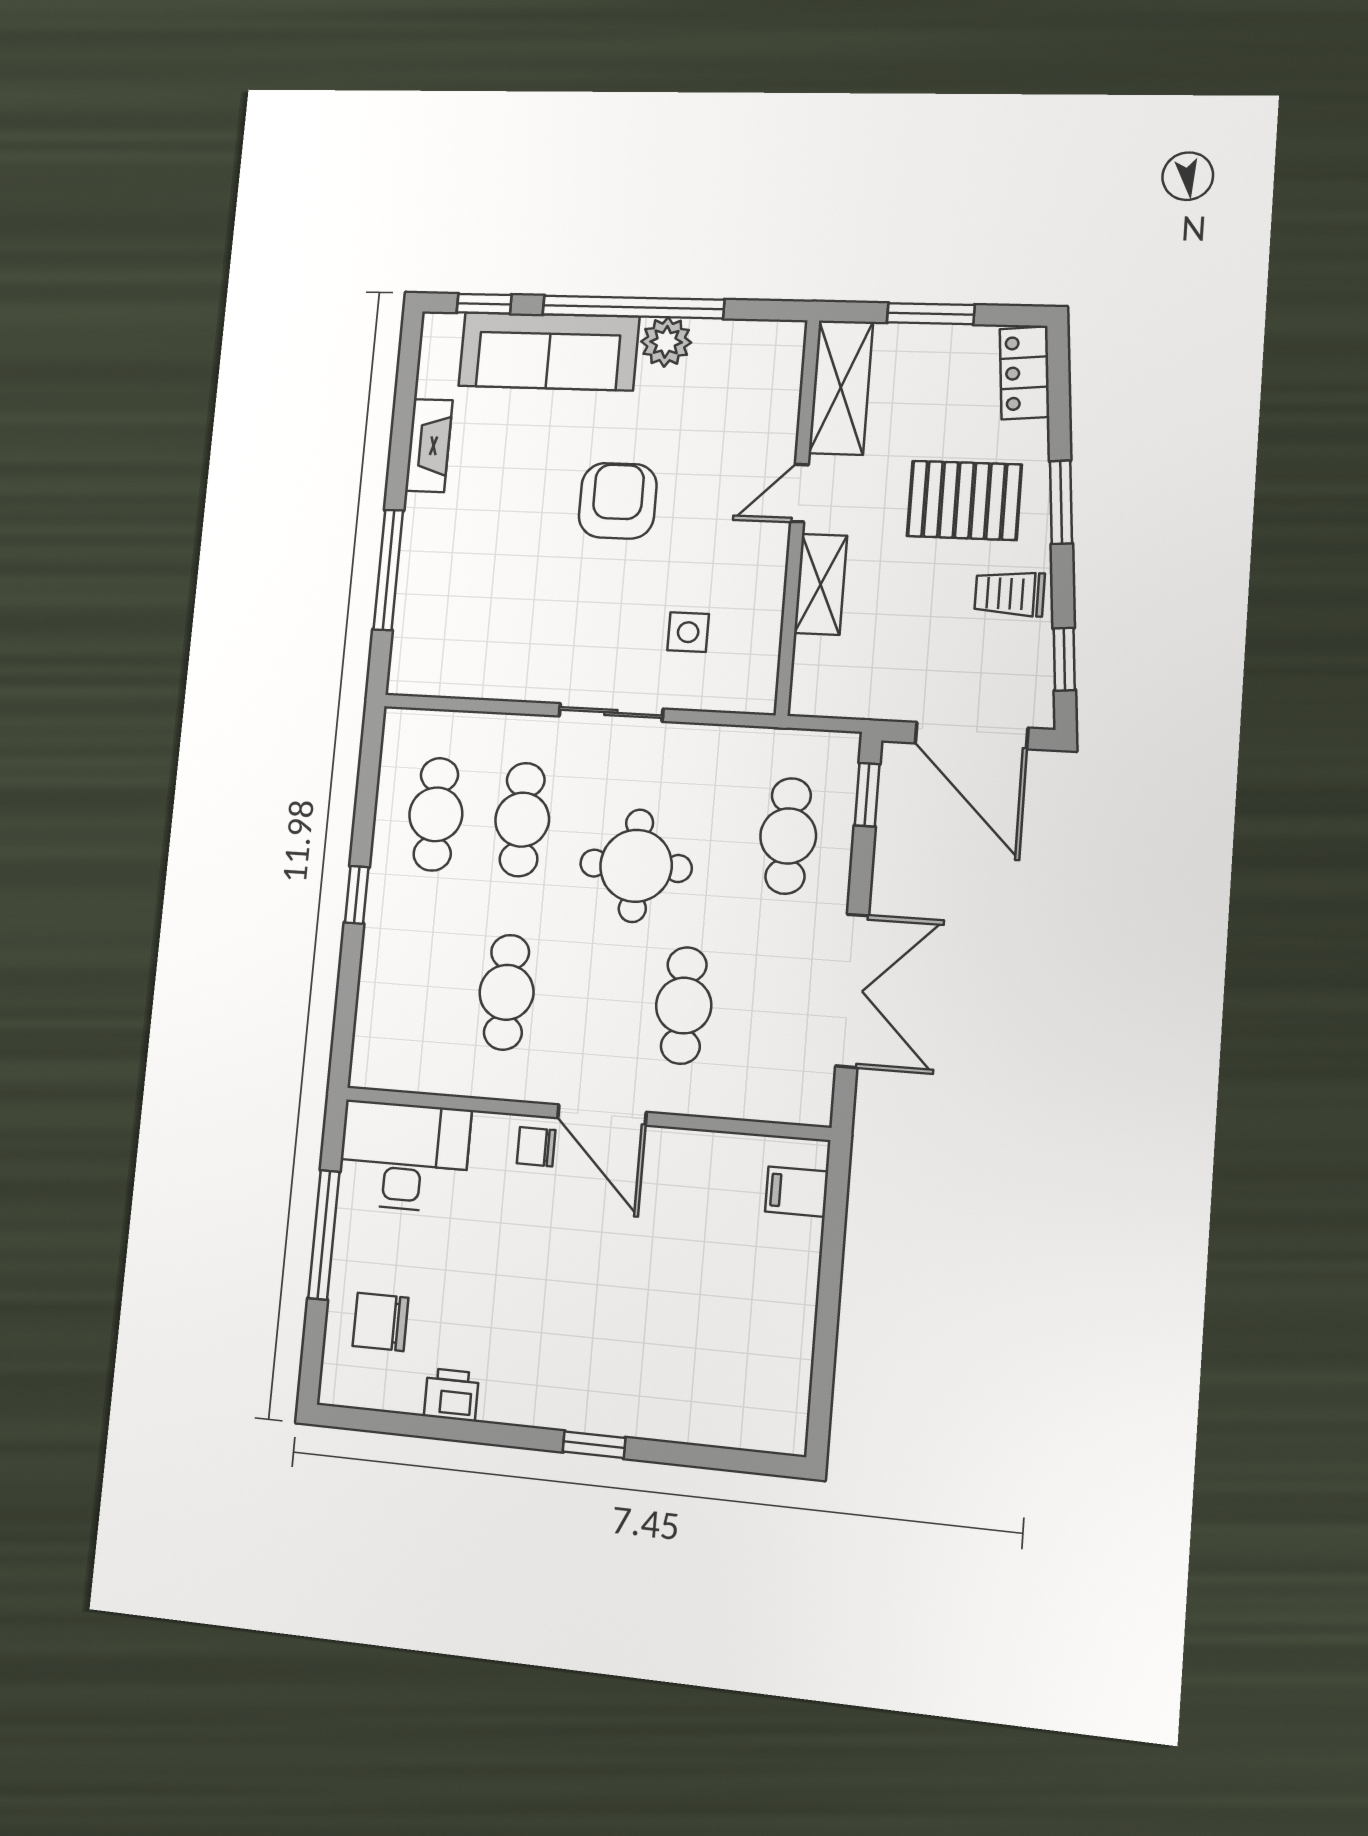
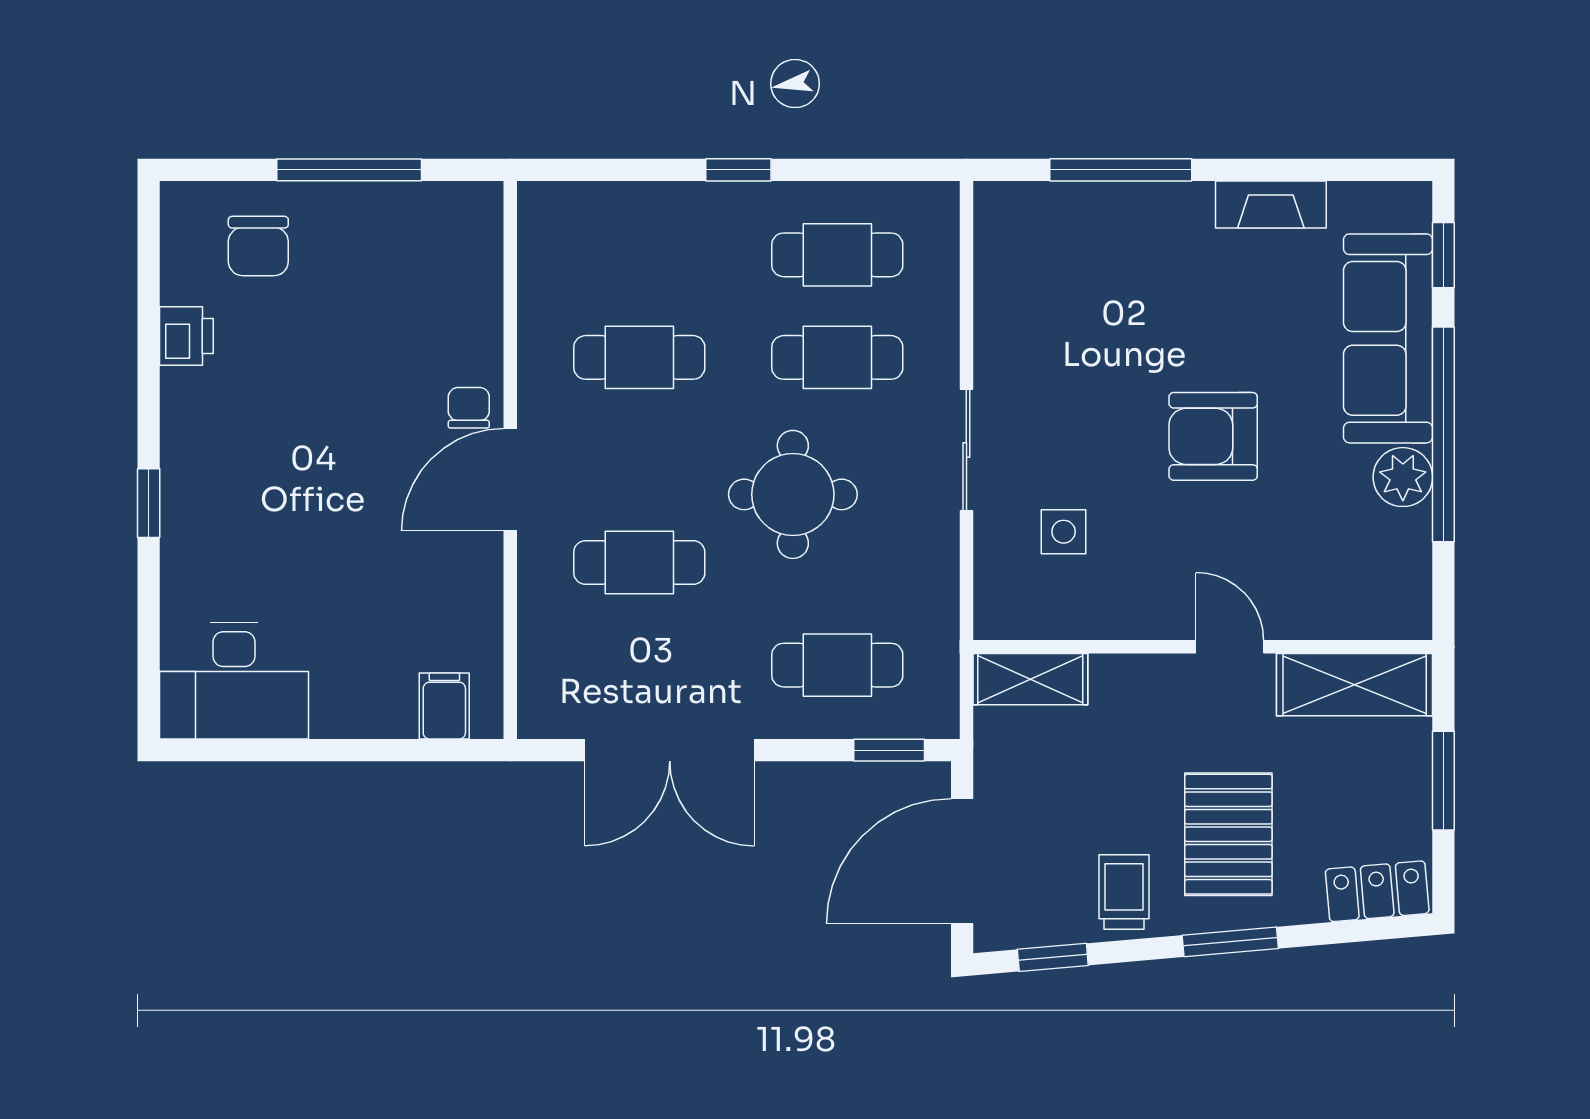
armchair: (618, 501) -> (1213, 436), turned 180
shelving: (821, 584) -> (1030, 679), moved
desk: (404, 1156) -> (234, 681), moved, turned 90
chair: (381, 1322) -> (258, 246), turned 180

